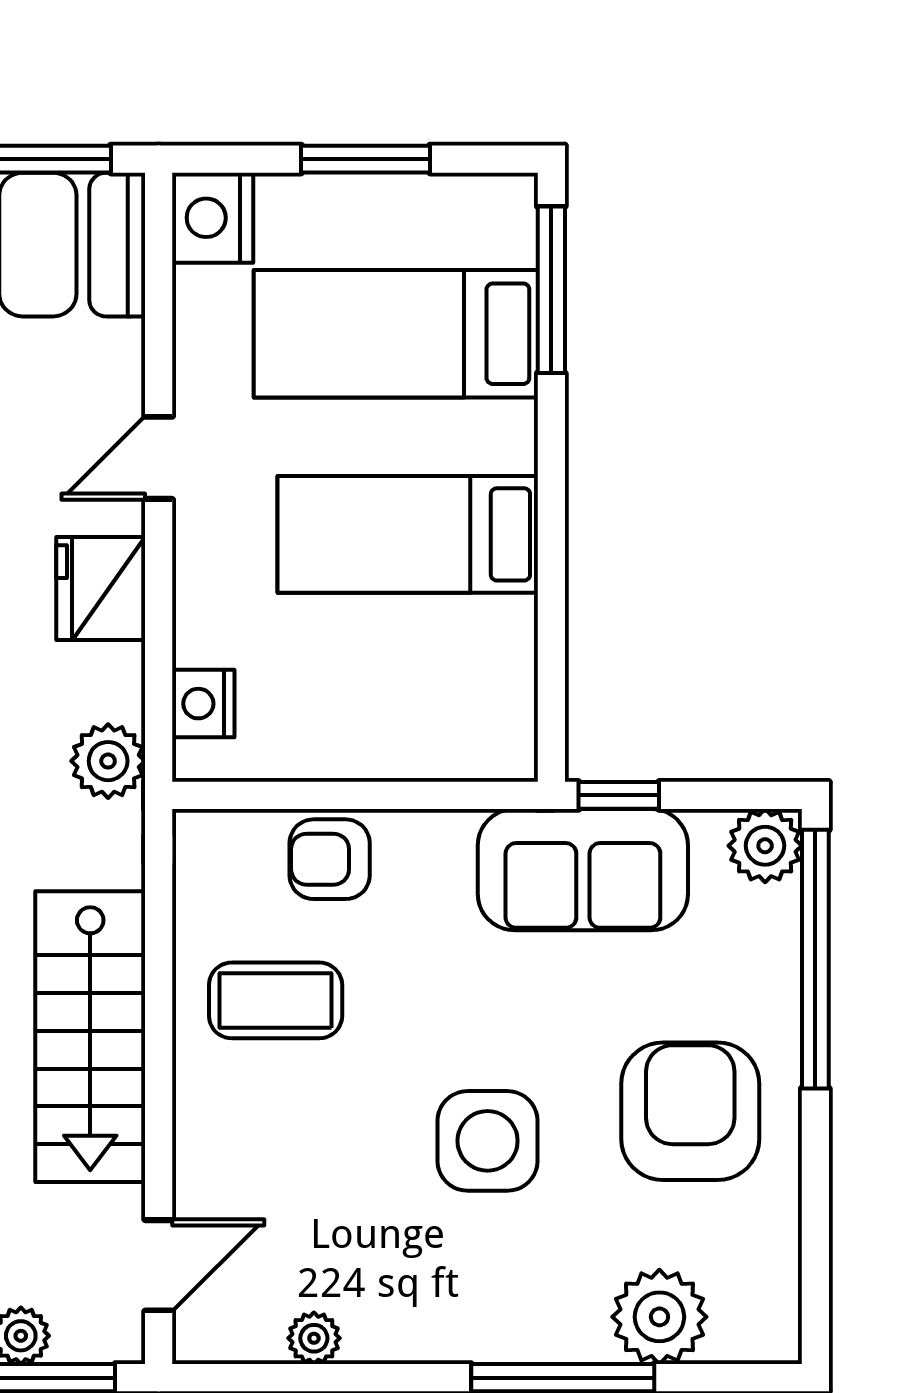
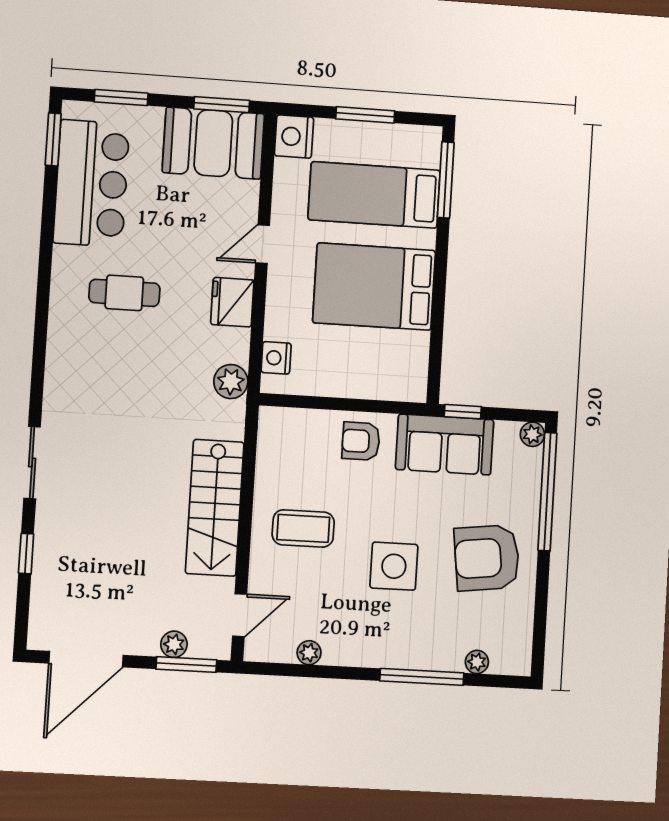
bed: (408, 534) -> (374, 287), width x1.50
plant: (765, 846) -> (532, 434), width x0.73, depth x0.73
armchair: (330, 859) -> (361, 441), moved
coffee table: (276, 1000) -> (303, 528), moved
armchair: (690, 1111) -> (487, 558), turned -97
plant: (659, 1317) -> (477, 662), width x0.53, depth x0.53

